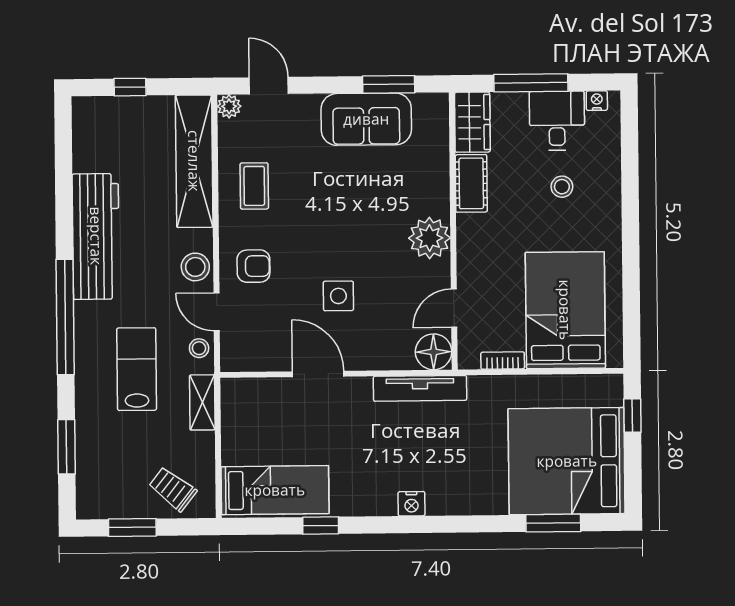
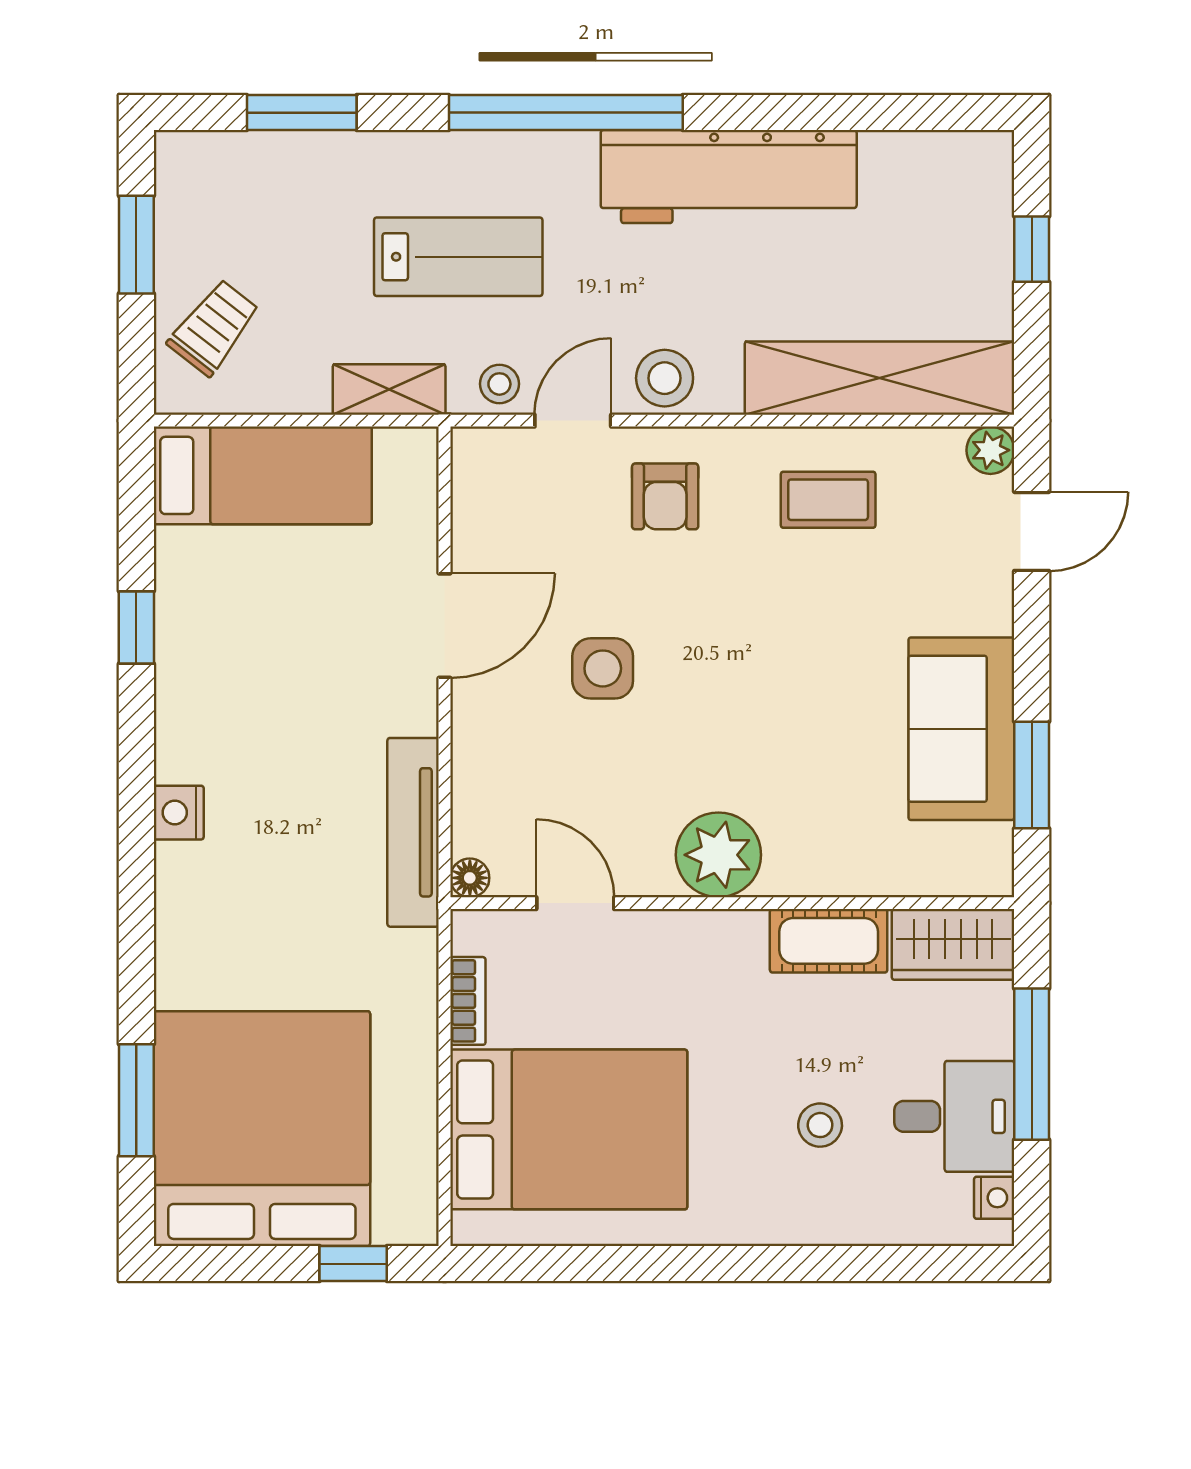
floor lamp: (434, 352) -> (470, 878), width x0.53, depth x0.53
bed: (275, 490) -> (263, 475), moved, turned -90

